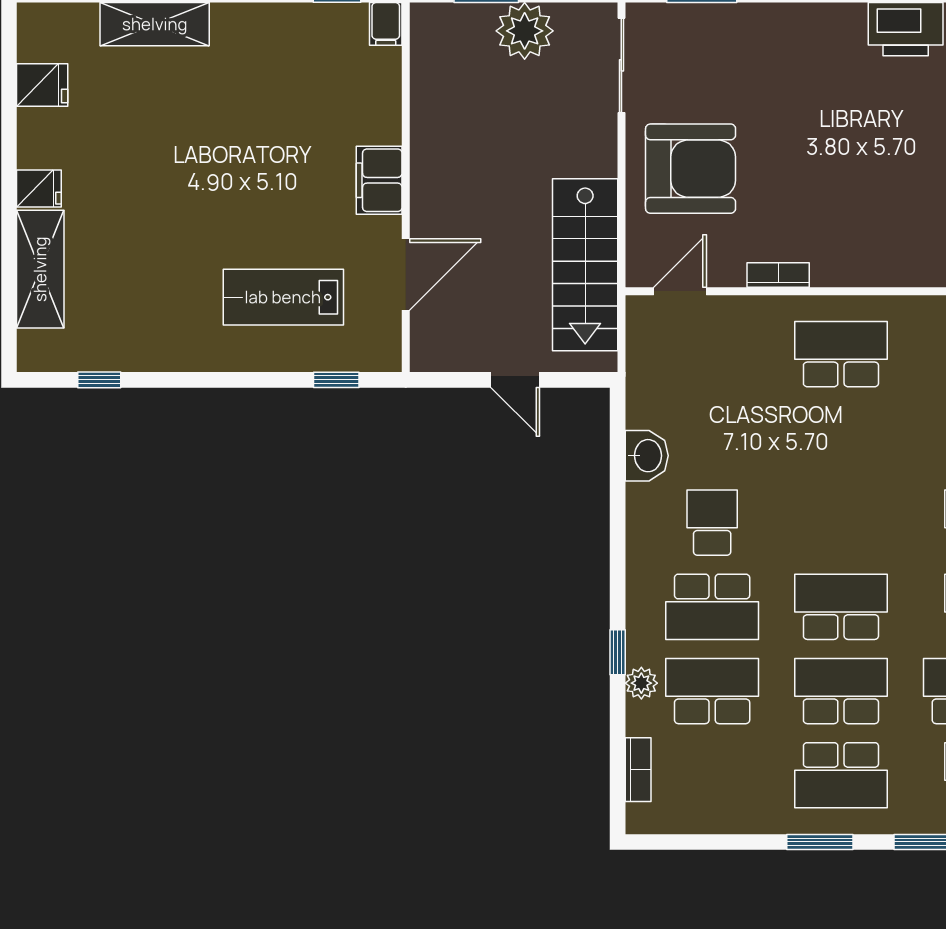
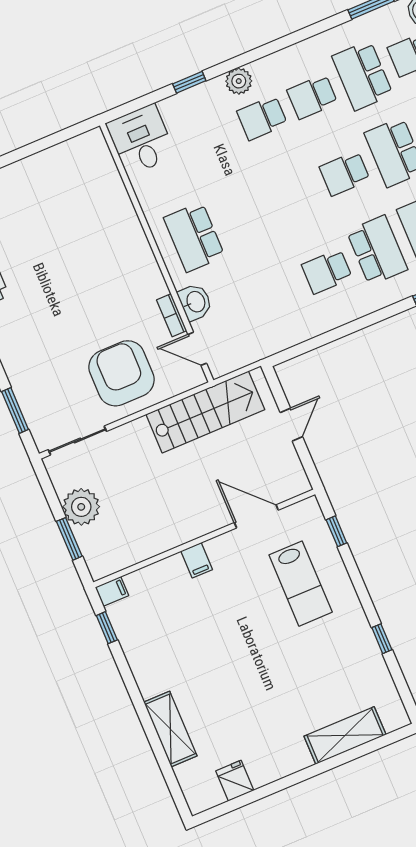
filing cabinet: (379, 180) -> (197, 560), width x0.50
fridge: (39, 188) -> (297, 757), removed
bookcase: (778, 275) -> (172, 315), moved
window: (99, 380) -> (382, 639), moved
washbasin: (647, 456) -> (195, 302), moved, turned 90
school desk: (841, 607) -> (345, 173), width x0.54

